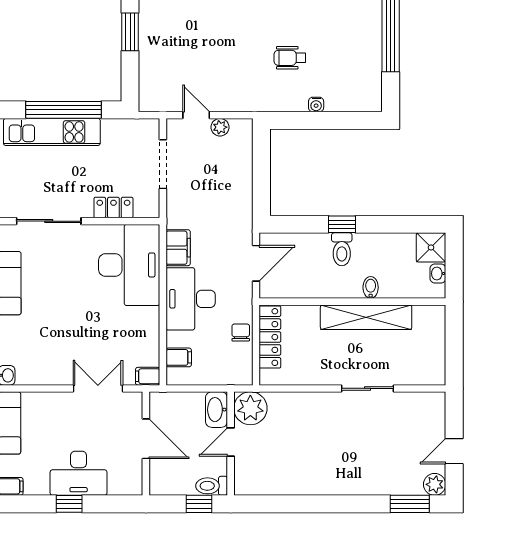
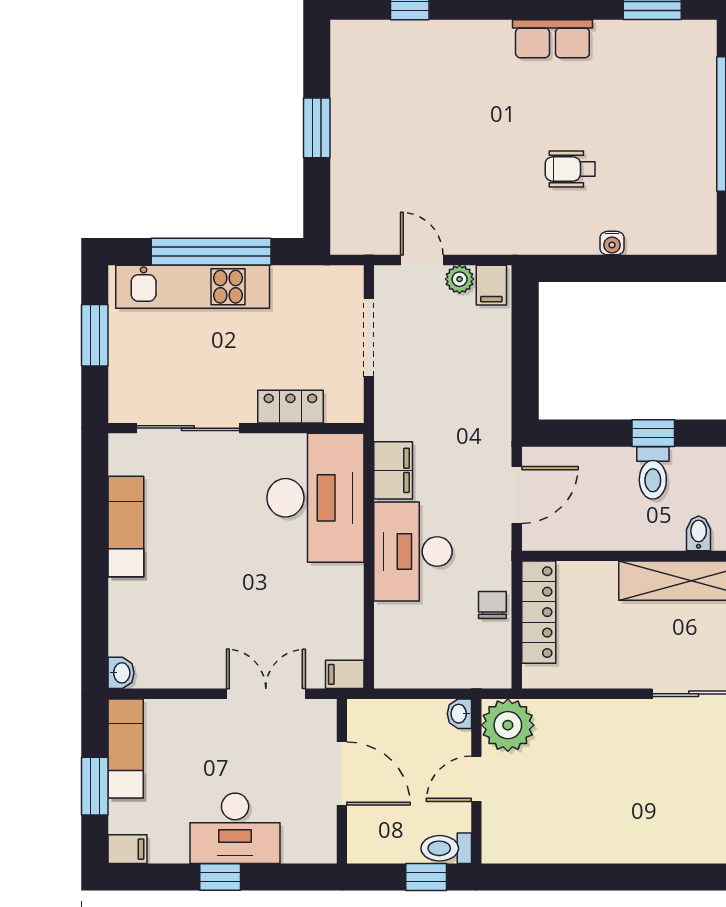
filing cabinet: (179, 357) -> (491, 285), moved, turned 90
washbasin: (216, 410) -> (459, 714), width x0.52, depth x0.69

